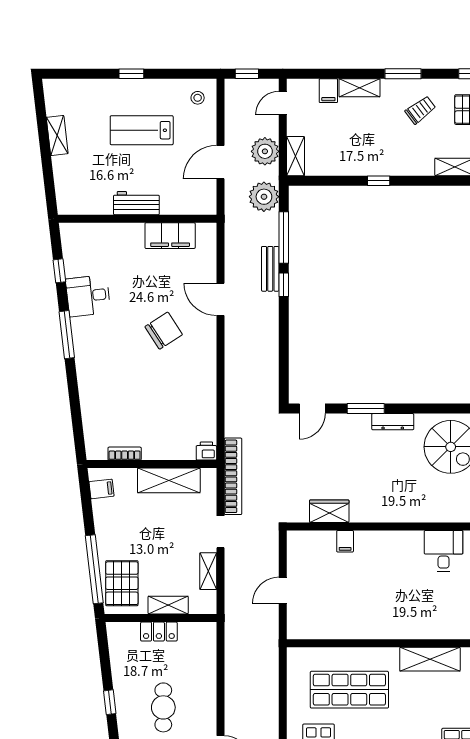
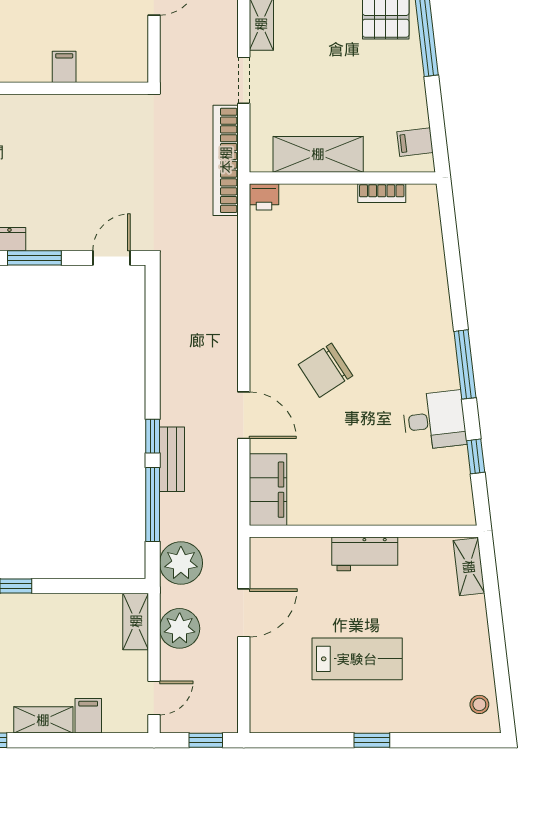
stool: (198, 98) -> (479, 704), moved
shelving: (57, 135) -> (469, 567), moved
filing cabinet: (170, 236) -> (268, 490), moved, turned 90
wardrobe: (329, 511) -> (87, 110), removed

